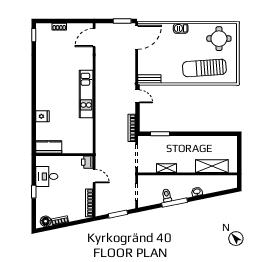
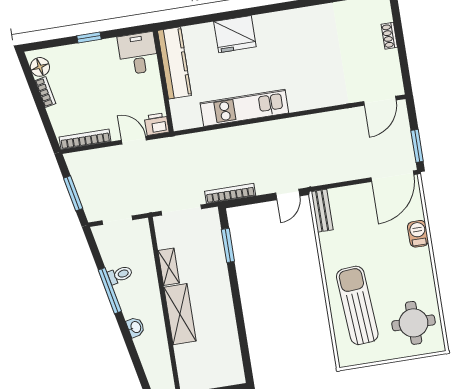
barbecue: (181, 28) -> (418, 234), moved
door: (137, 37) -> (392, 176), hinge flipped
door: (94, 38) -> (380, 101), swing flipped
kitchen unit: (86, 94) -> (244, 108), moved
fridge: (43, 116) -> (235, 34), width x1.88, depth x1.34
kitchen counter: (49, 147) -> (174, 63), width x1.50
shelving: (212, 166) -> (180, 314), moved
desk: (47, 176) -> (138, 53), moved
door: (94, 176) -> (134, 140), swing flipped

